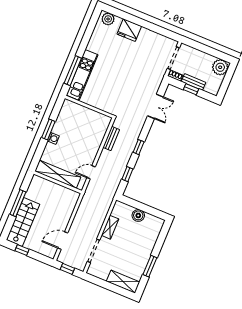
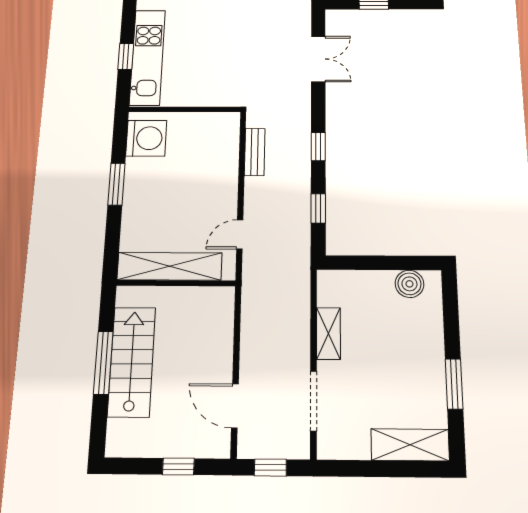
window: (73, 71) -> (126, 56), width x0.46
washing machine: (53, 138) -> (146, 138), moved, width x1.89, depth x1.89
boiler: (138, 215) -> (409, 284), moved
stairs: (23, 222) -> (132, 362), moved
door: (63, 241) -> (235, 406), hinge flipped
window: (22, 250) -> (178, 467), moved

